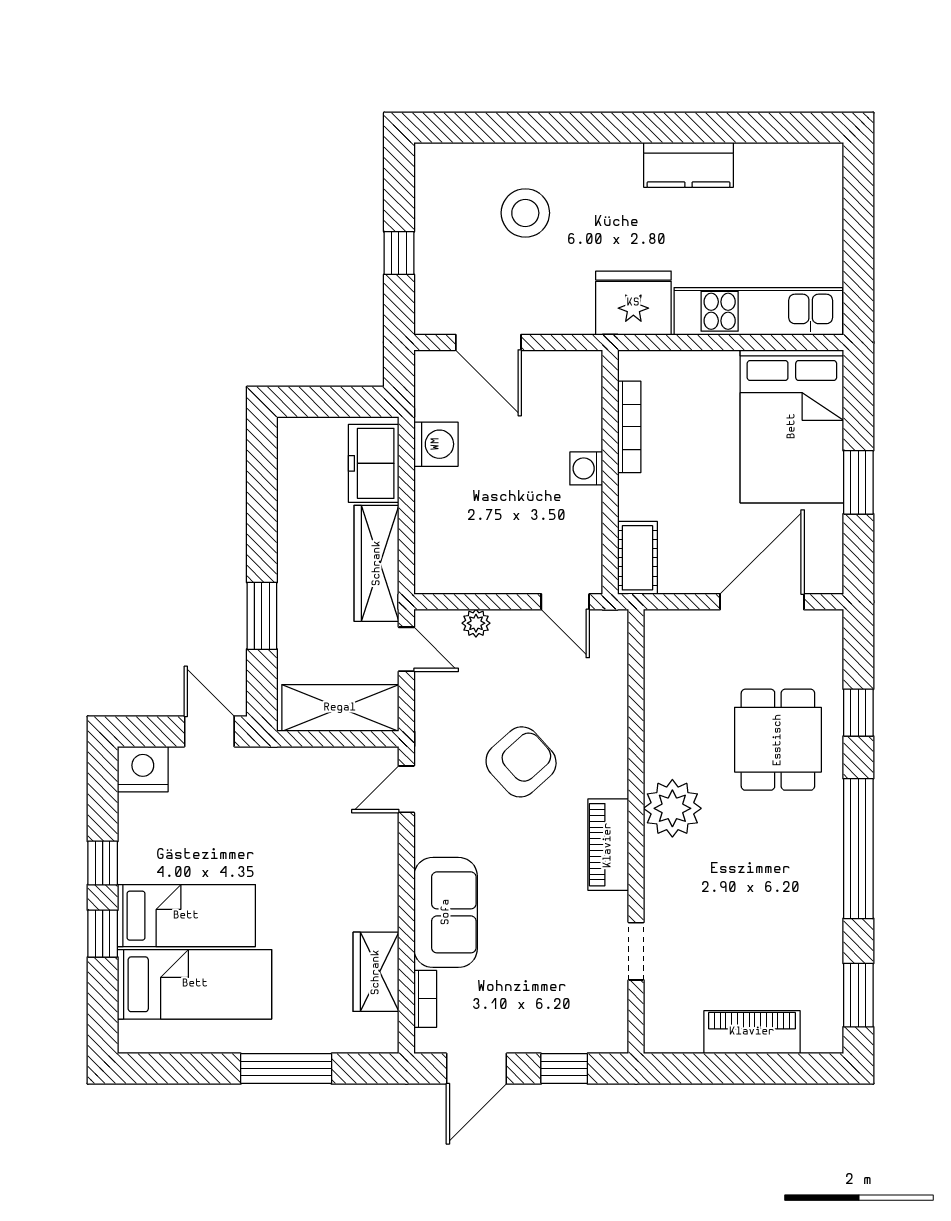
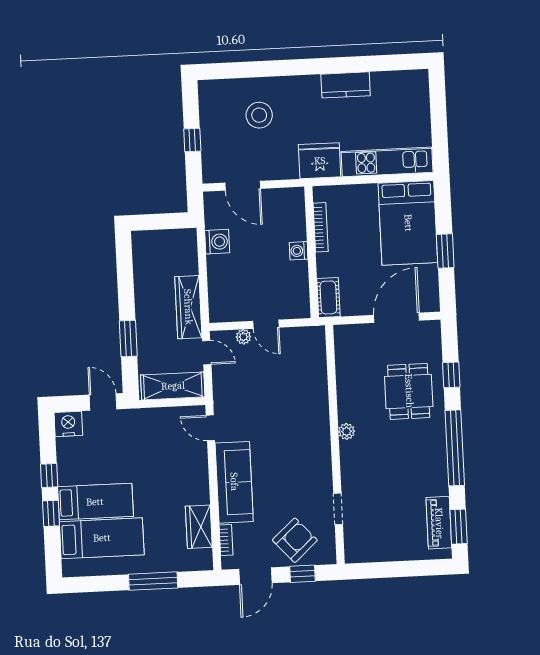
freezer: (374, 463) -> (184, 254), removed
door: (565, 602) -> (266, 324), moved
armchair: (521, 762) -> (295, 540), moved
door: (406, 789) -> (210, 428), hinge flipped
plant: (672, 808) -> (347, 431), width x0.53, depth x0.53
piano: (608, 845) -> (320, 452), removed
sofa: (446, 912) -> (234, 482), width x1.36
piano: (752, 1032) -> (439, 523), moved, turned -90

